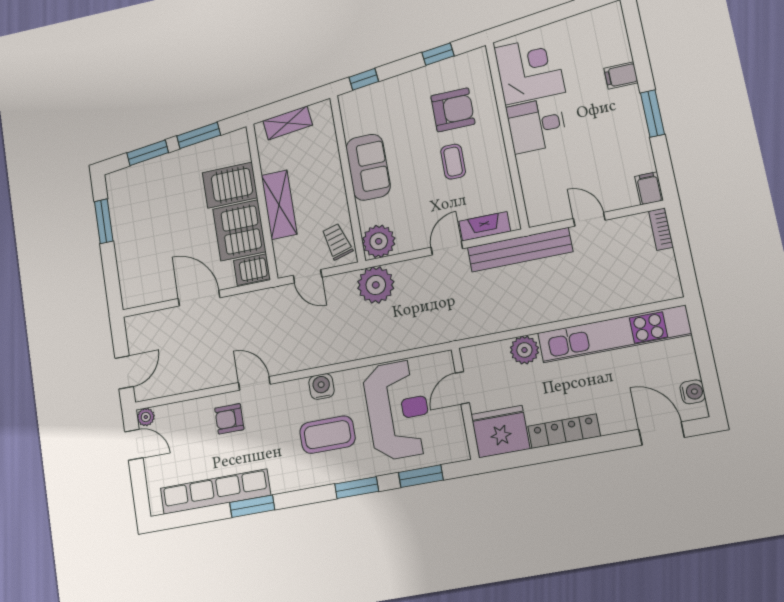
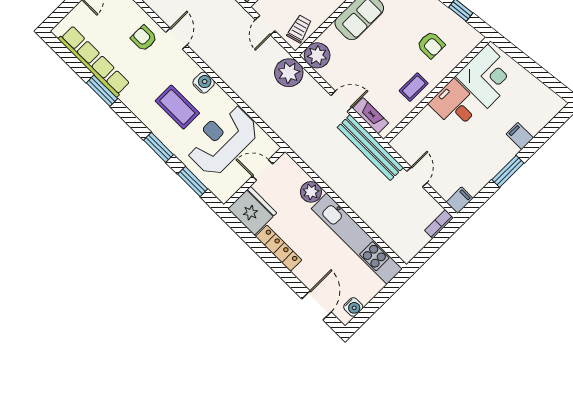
armchair: (453, 110) -> (431, 45), width x0.72, depth x0.72
coffee table: (453, 162) -> (414, 87), moved
reception desk: (398, 410) -> (222, 140), turned 180

